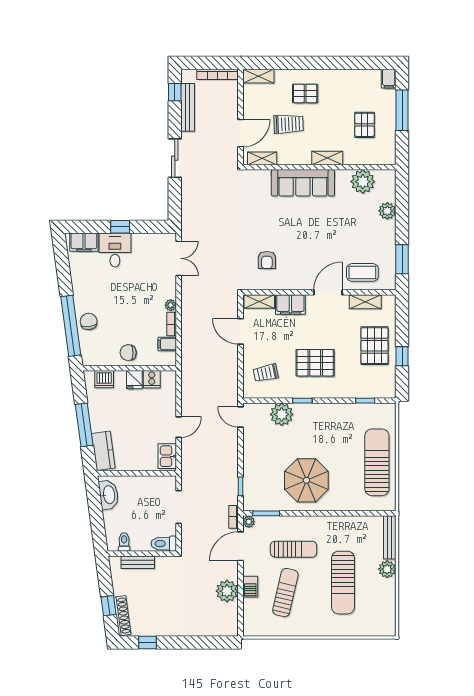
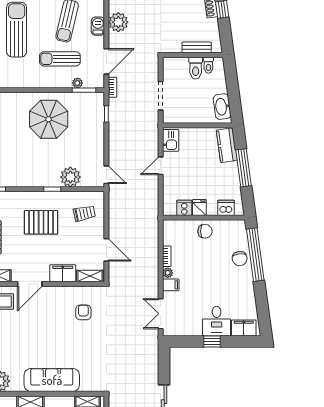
filing cabinet: (167, 344) -> (171, 285), moved
plant: (249, 522) -> (77, 83), moved
toilet: (164, 544) -> (196, 68), moved, turned 90

